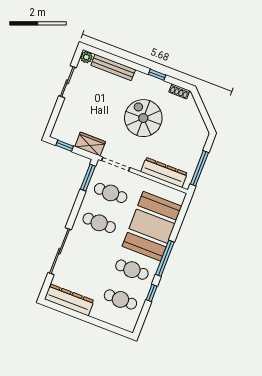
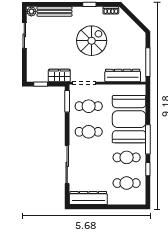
spiral stairs: (143, 118) -> (92, 41), turned 90

